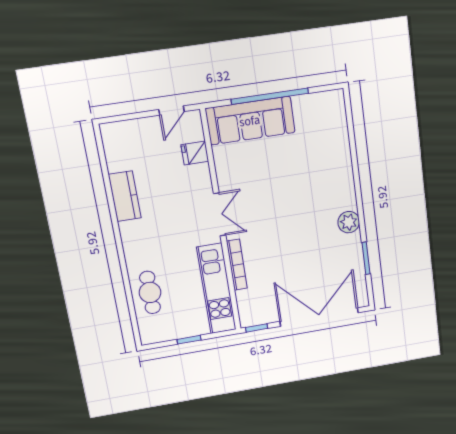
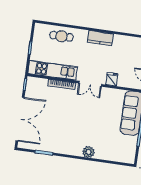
fridge: (195, 153) -> (112, 79), moved
kitchen counter: (125, 196) -> (100, 38), moved
plant: (349, 222) -> (88, 152), moved

